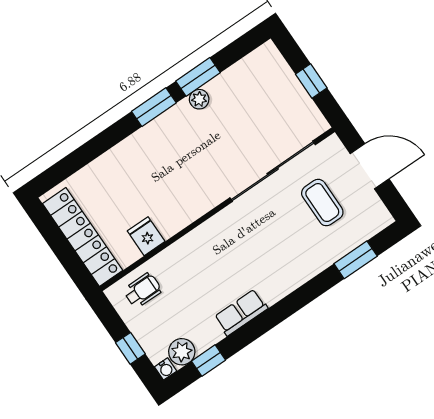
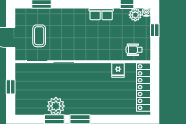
plant: (199, 99) -> (56, 106), width x1.88, depth x1.88

